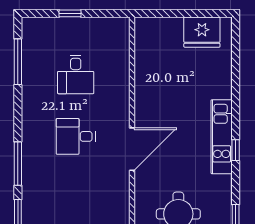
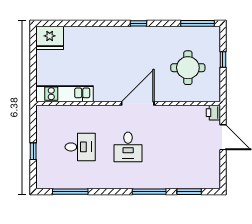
fridge: (202, 32) -> (50, 38), moved, turned 90
kitchen unit: (222, 137) -> (64, 94), moved, turned 180
door: (132, 149) -> (138, 103), hinge flipped

